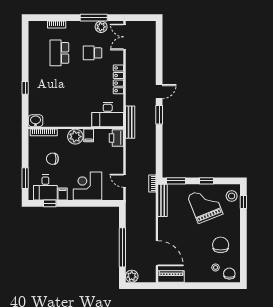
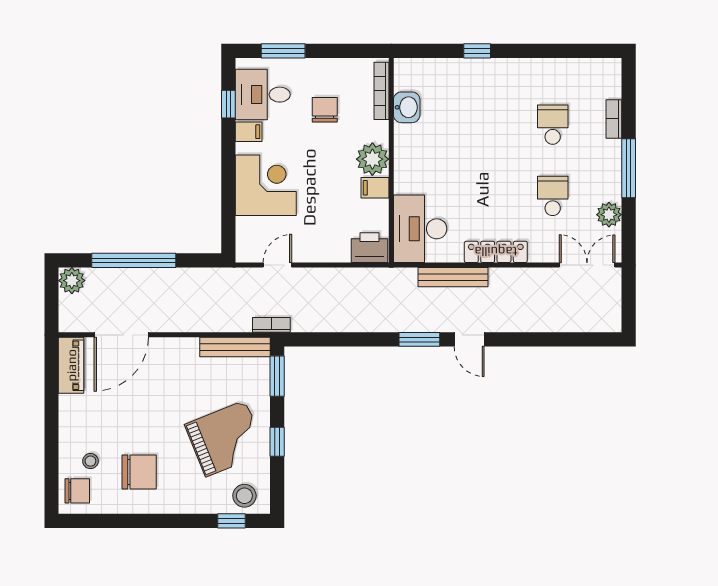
window: (94, 18) -> (629, 168), moved
school desk: (59, 53) -> (553, 125), width x0.54
washbasin: (36, 121) -> (407, 107), moved
bench: (130, 122) -> (453, 277), moved

